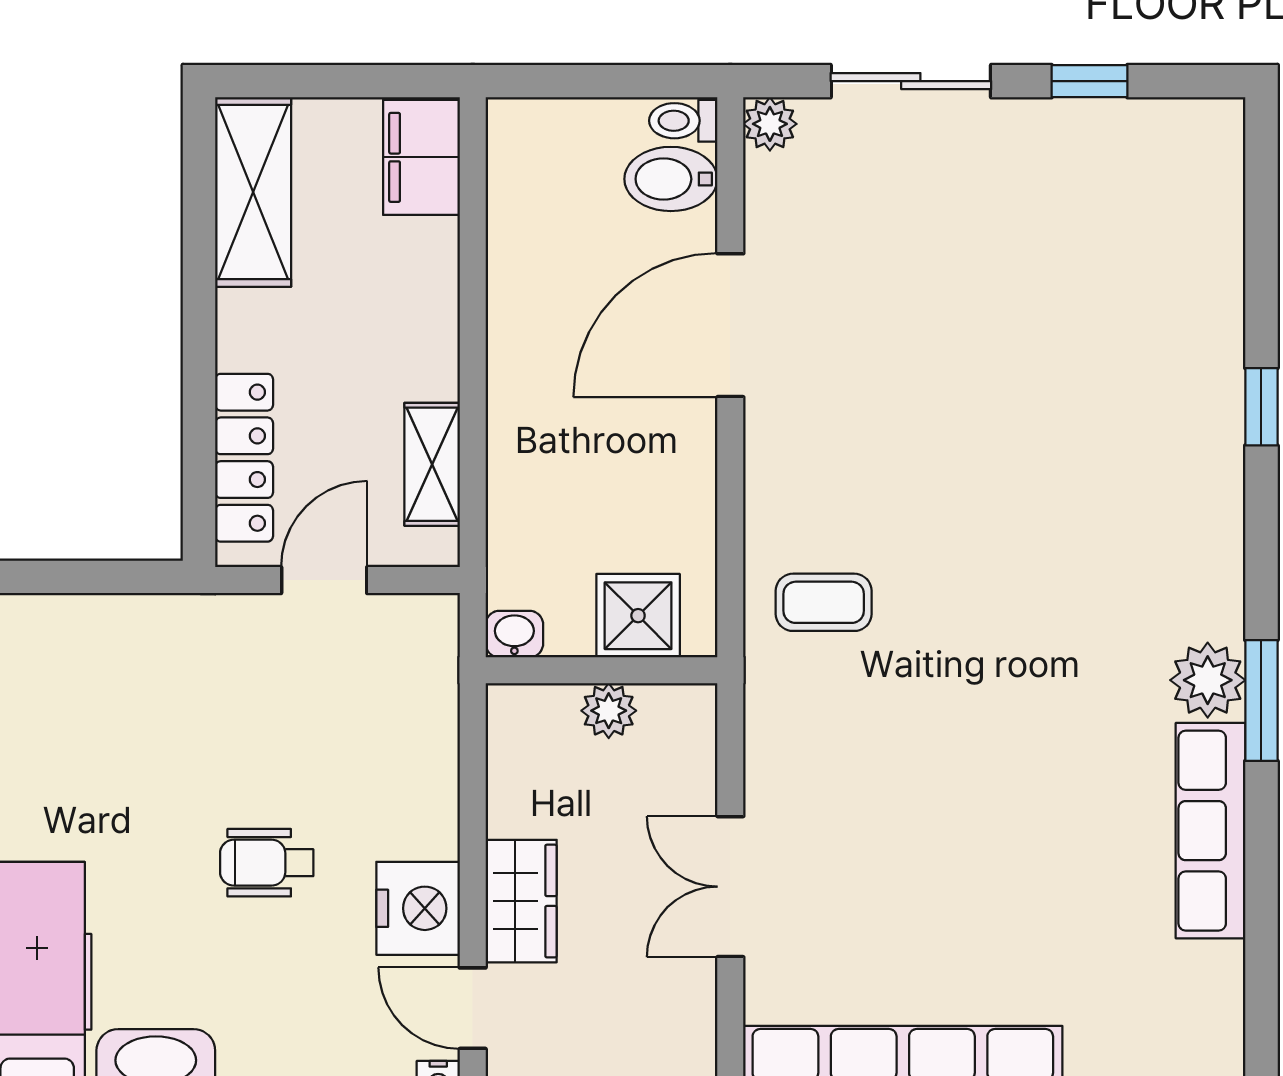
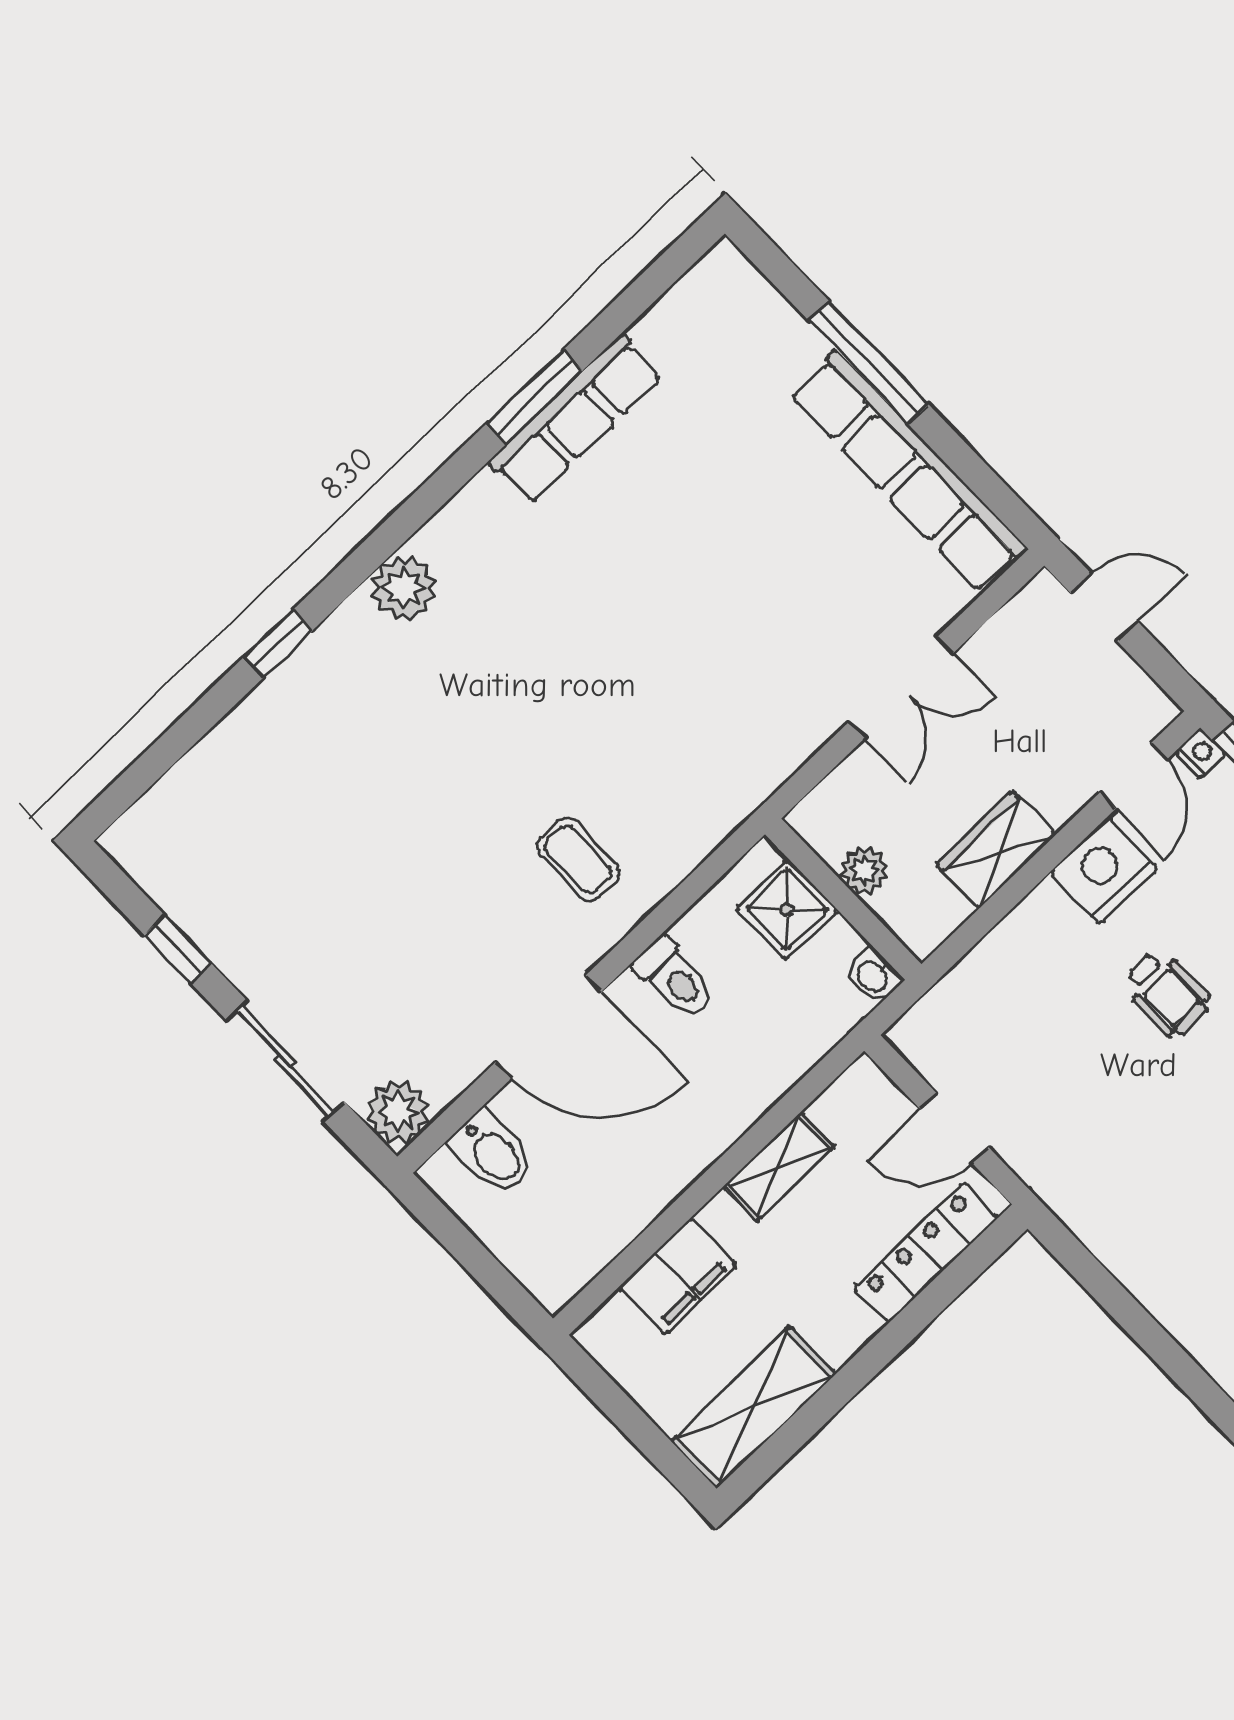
toilet: (683, 121) -> (675, 978), moved, width x1.37, depth x1.39
plant: (770, 124) -> (398, 1111), width x1.38, depth x1.38
filing cabinet: (421, 157) -> (678, 1276), moved
shelving: (432, 464) -> (779, 1166), moved
coffee table: (824, 602) -> (578, 859), moved
plant: (1208, 680) -> (404, 588), moved
window: (1261, 701) -> (535, 397), moved
wardrobe: (521, 901) -> (996, 850), moved

